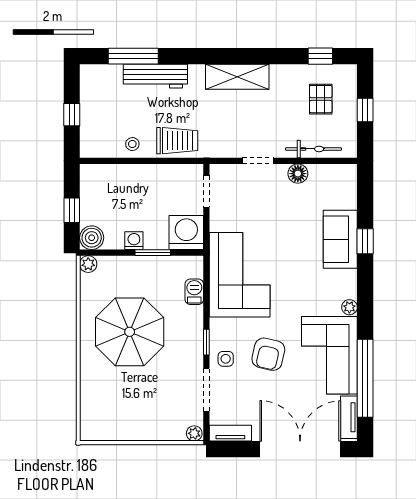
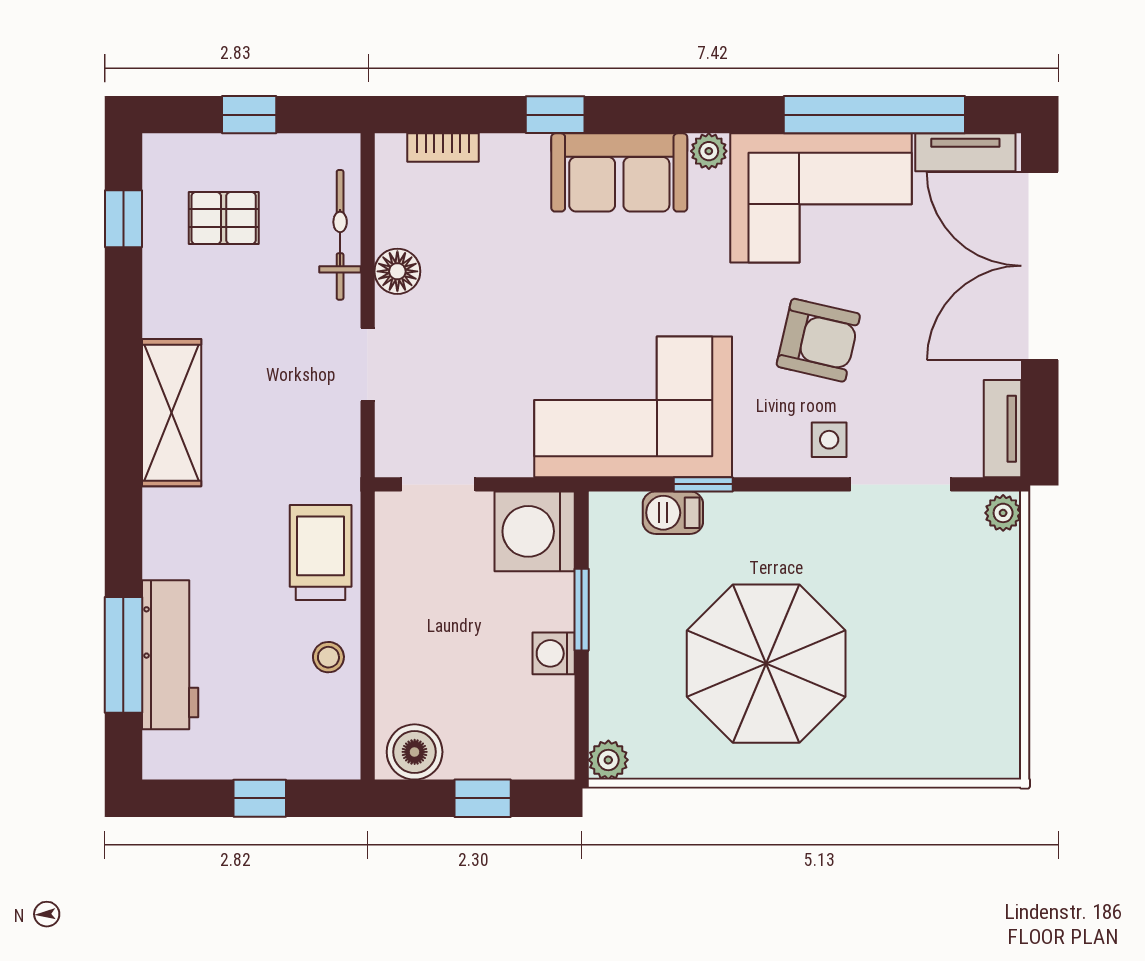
workbench: (155, 76) -> (170, 655), moved
bookcase: (351, 193) -> (443, 148), added
boiler: (92, 238) -> (415, 752), moved
sofa: (340, 239) -> (619, 172), moved
window: (206, 342) -> (703, 484), moved

